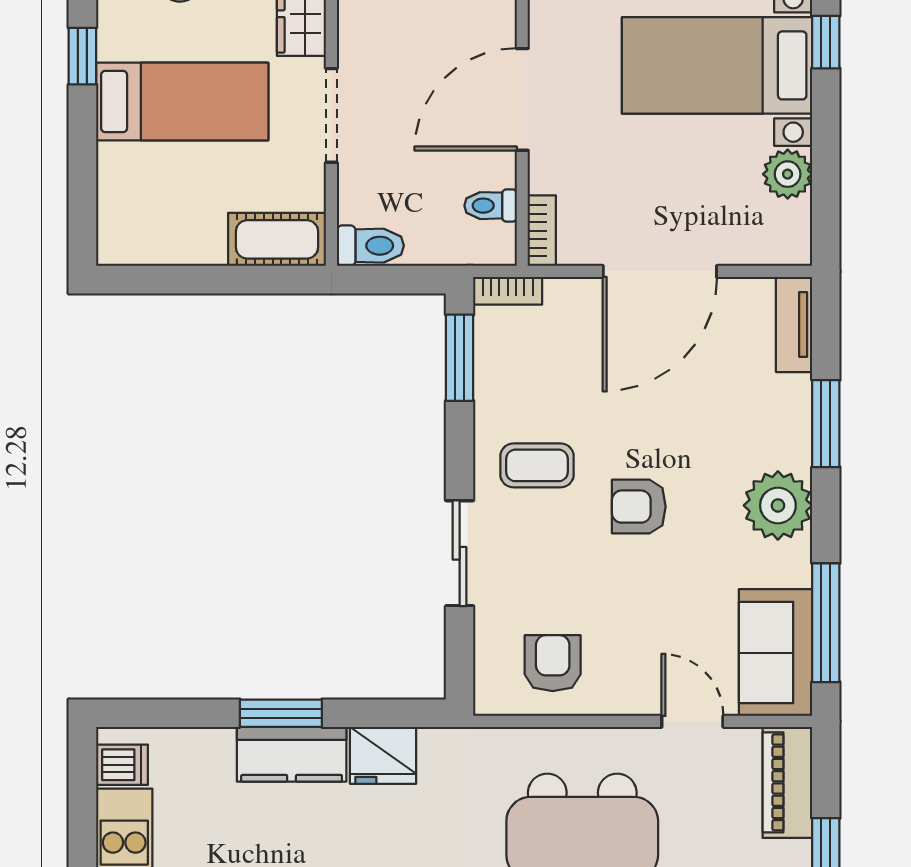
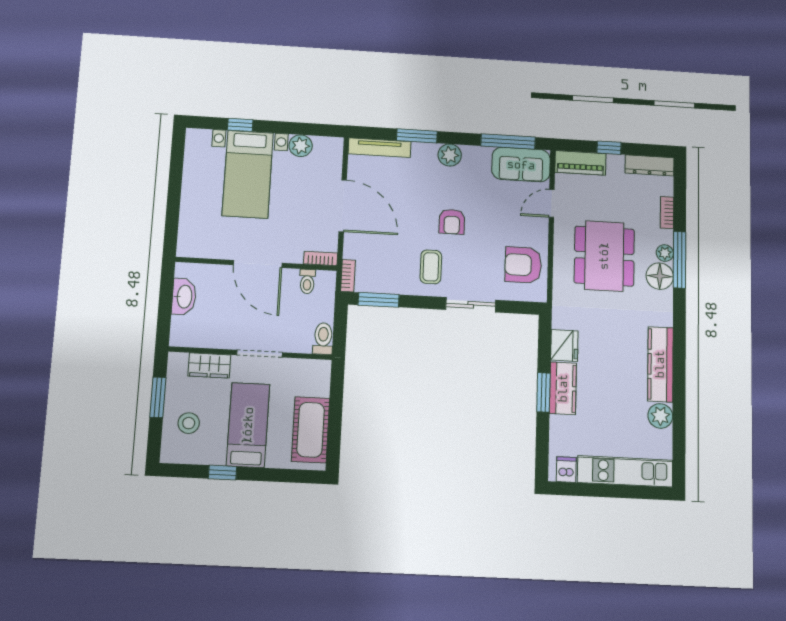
cot: (277, 239) -> (311, 430), moved, width x1.37, depth x1.34
tv unit: (794, 324) -> (380, 148), width x1.41
plant: (778, 505) -> (450, 155), width x0.73, depth x0.73
armchair: (553, 663) -> (523, 265), width x1.38, depth x1.38

